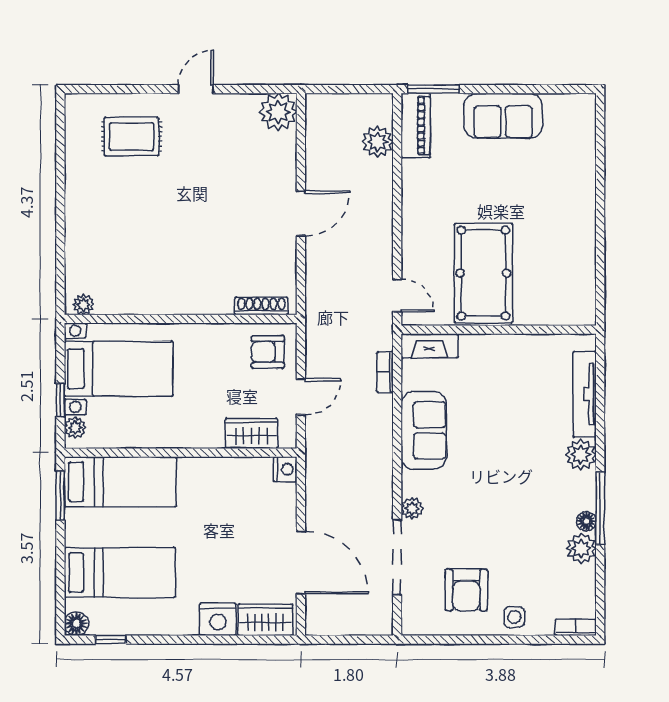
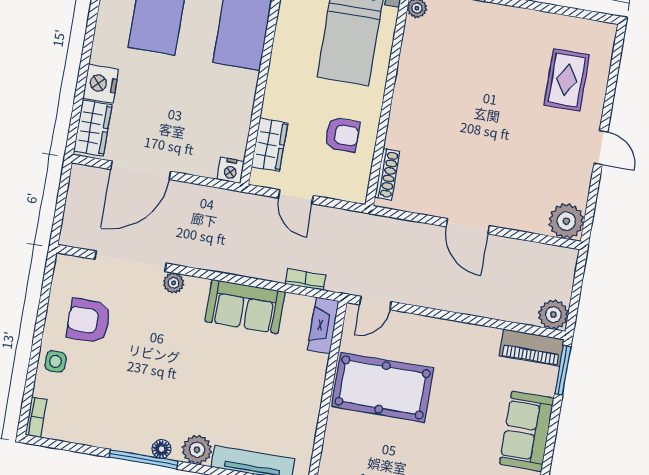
plant: (377, 142) -> (553, 315), moved
armchair: (268, 352) -> (342, 135), moved, turned 90
floor lamp: (586, 521) -> (161, 449), moved
plant: (581, 548) -> (109, 435), removed

